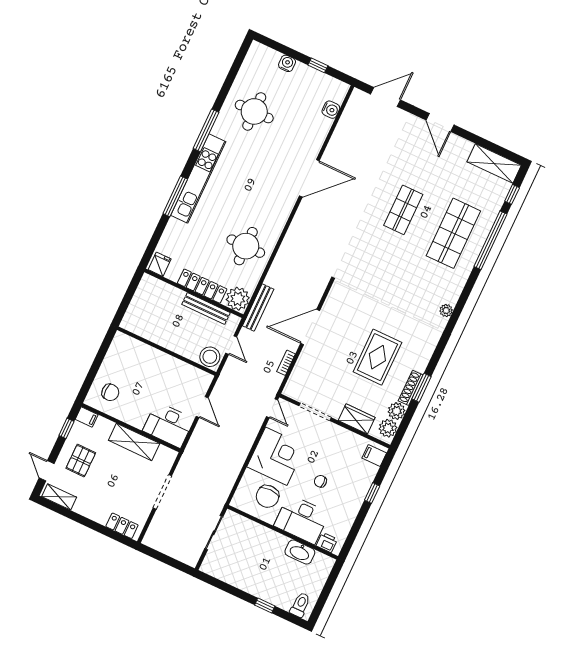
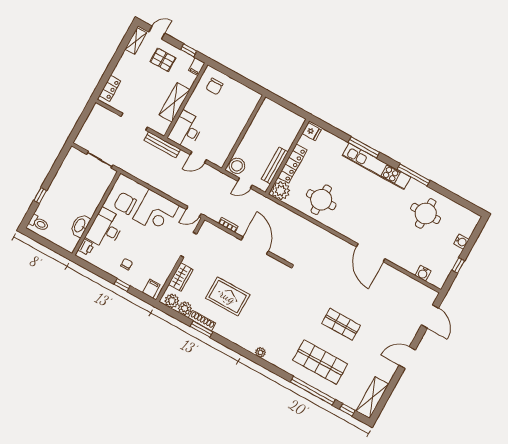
bench: (258, 307) -> (162, 145), moved
chair: (320, 481) -> (127, 264), moved

